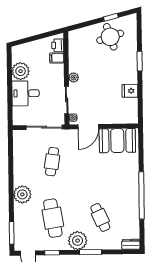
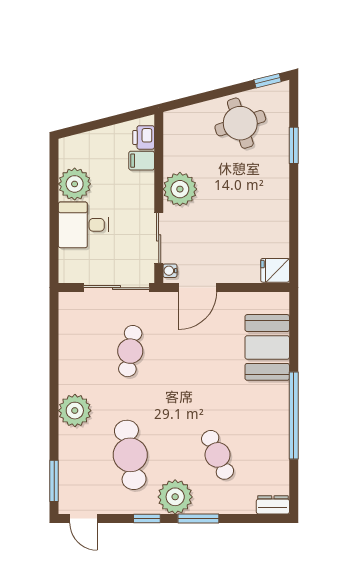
window: (111, 17) -> (268, 81), moved
window: (140, 61) -> (294, 145), moved
plant: (74, 77) -> (180, 189), width x1.87, depth x1.87
fridge: (130, 91) -> (275, 270), moved
booth: (117, 141) -> (267, 347), moved, turned 90
window: (52, 253) -> (147, 518), moved

